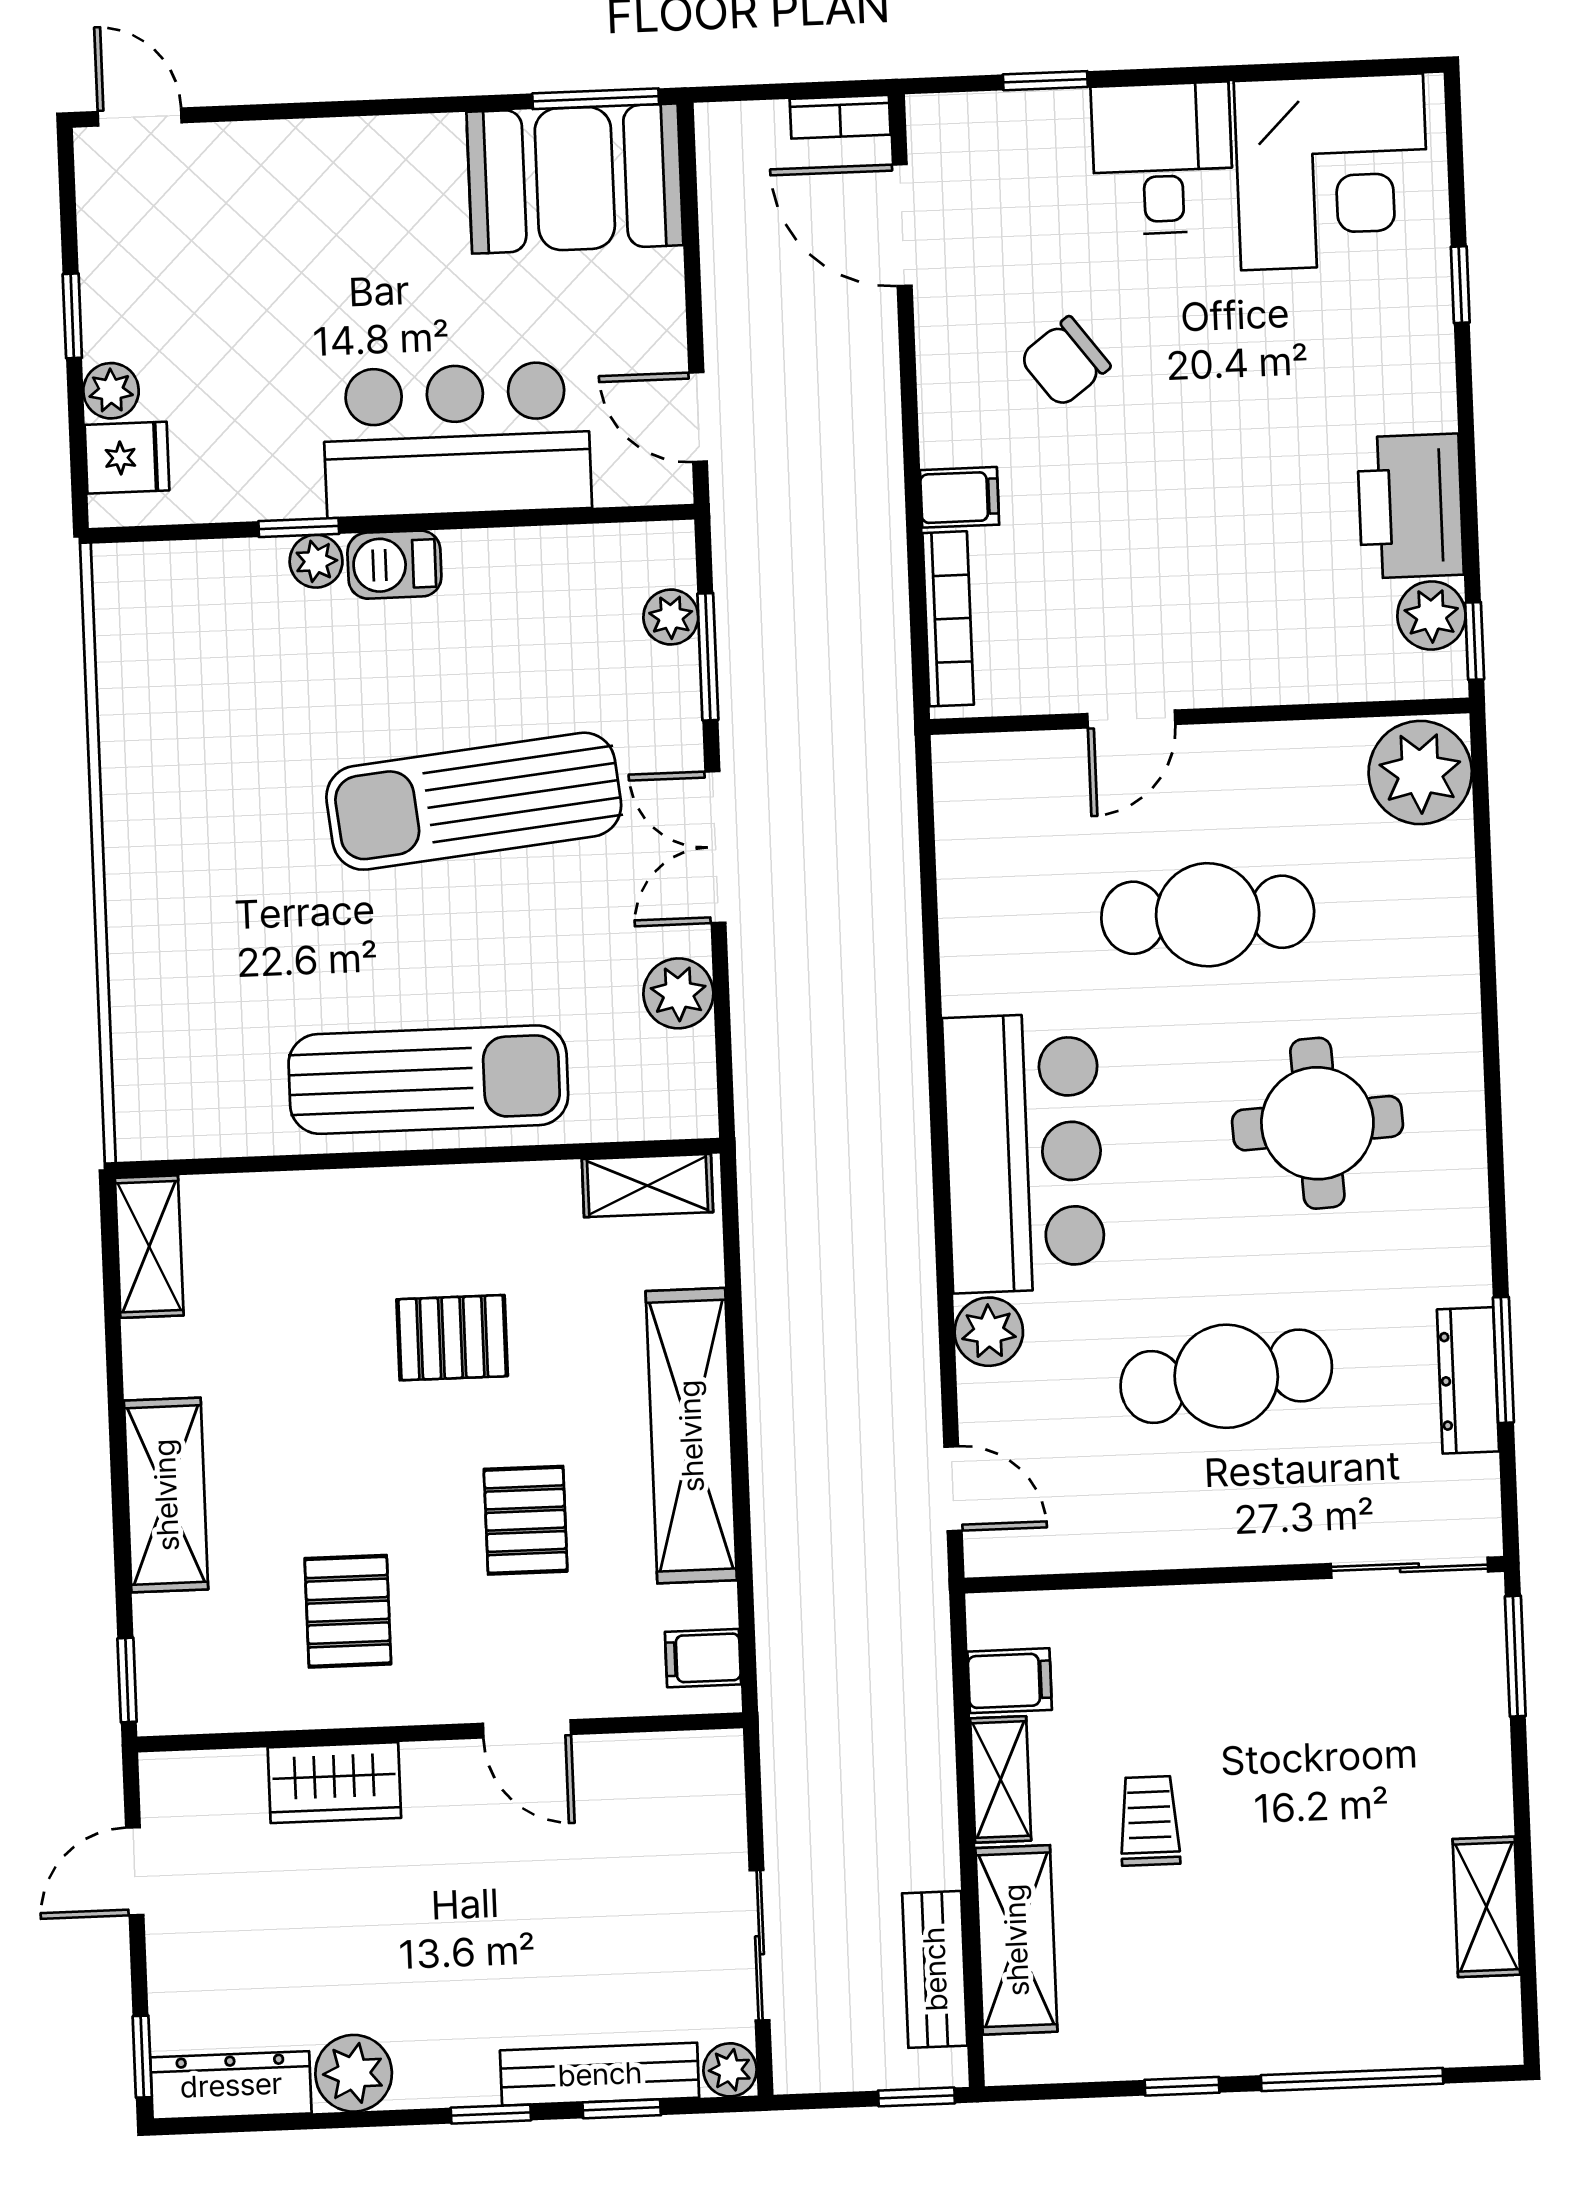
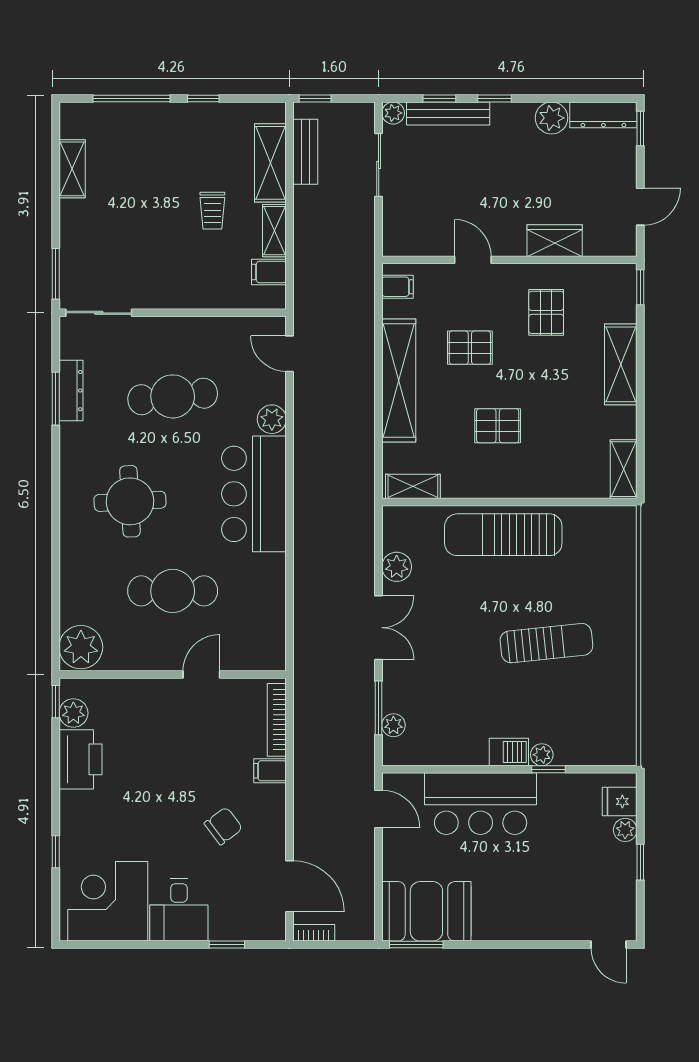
sun lounger: (474, 801) -> (546, 643), moved, width x0.73, depth x0.75
pallet: (526, 1520) -> (470, 348), turned 90

